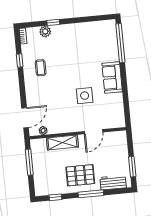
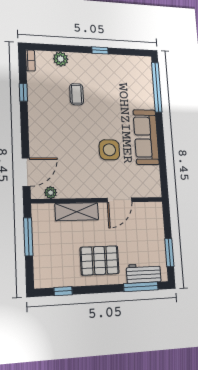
window: (53, 22) -> (100, 50), moved
coffee table: (41, 68) -> (77, 94), moved
sofa: (112, 77) -> (146, 137), width x1.36
window: (91, 194) -> (141, 287), moved

